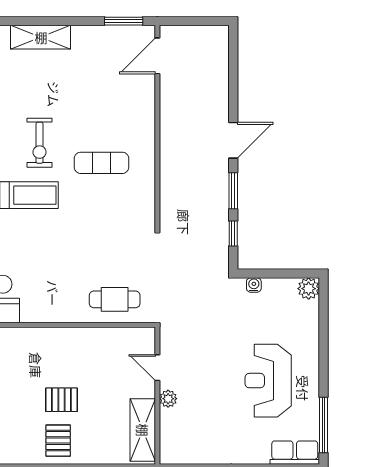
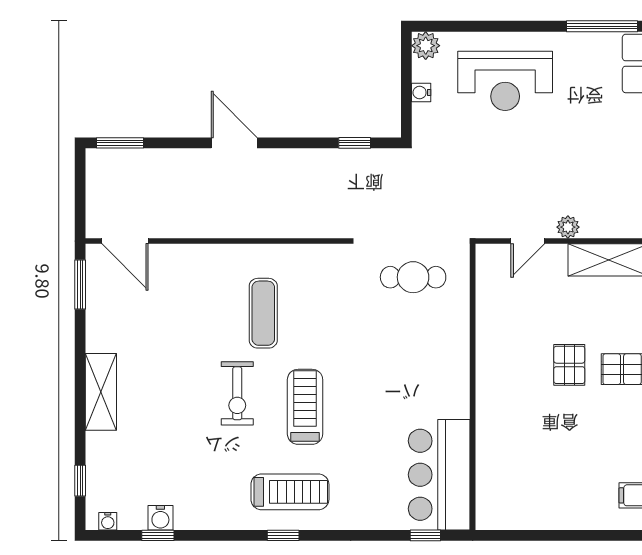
exercise bike: (40, 143) -> (237, 393), turned 90
window: (233, 191) -> (120, 143), moved
water cooler: (254, 285) -> (421, 93), moved
cafe table: (115, 299) -> (413, 277), moved, turned 90
reception desk: (268, 381) -> (505, 81), moved

